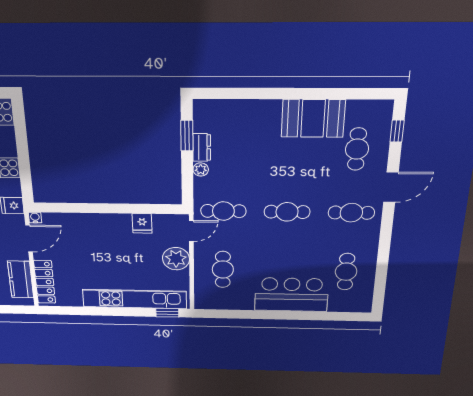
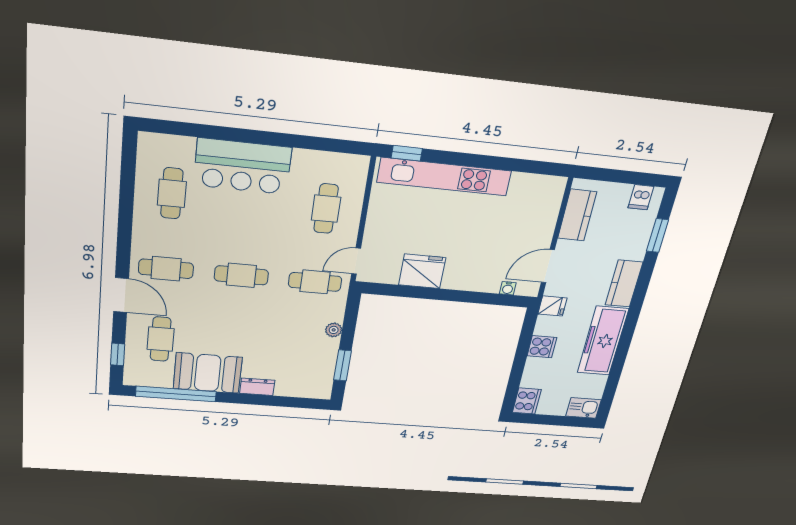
window: (343, 94) -> (176, 394), added
dresser: (202, 147) -> (257, 387), moved, turned 90
door: (391, 187) -> (121, 295), swing flipped
water cooler: (35, 218) -> (508, 288), moved
fridge: (142, 223) -> (422, 271), width x1.88, depth x1.34
plant: (176, 259) -> (381, 227), removed
locker: (45, 282) -> (549, 209), removed

